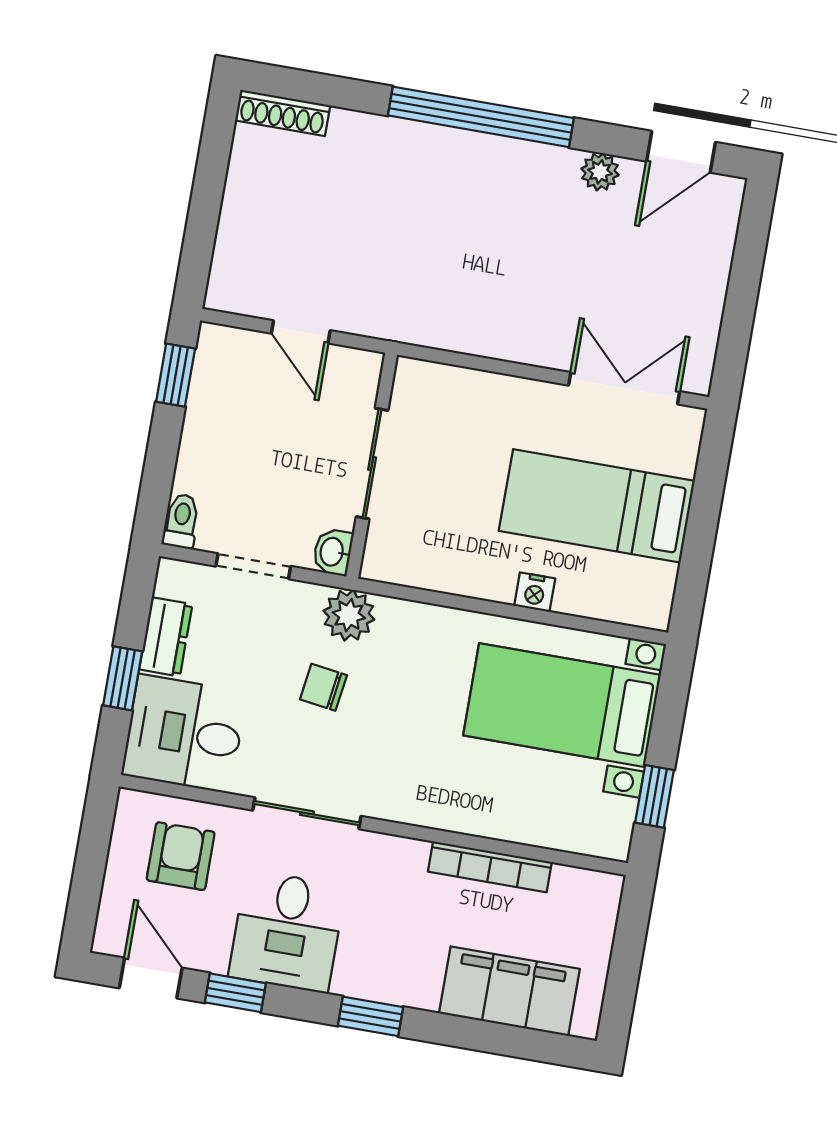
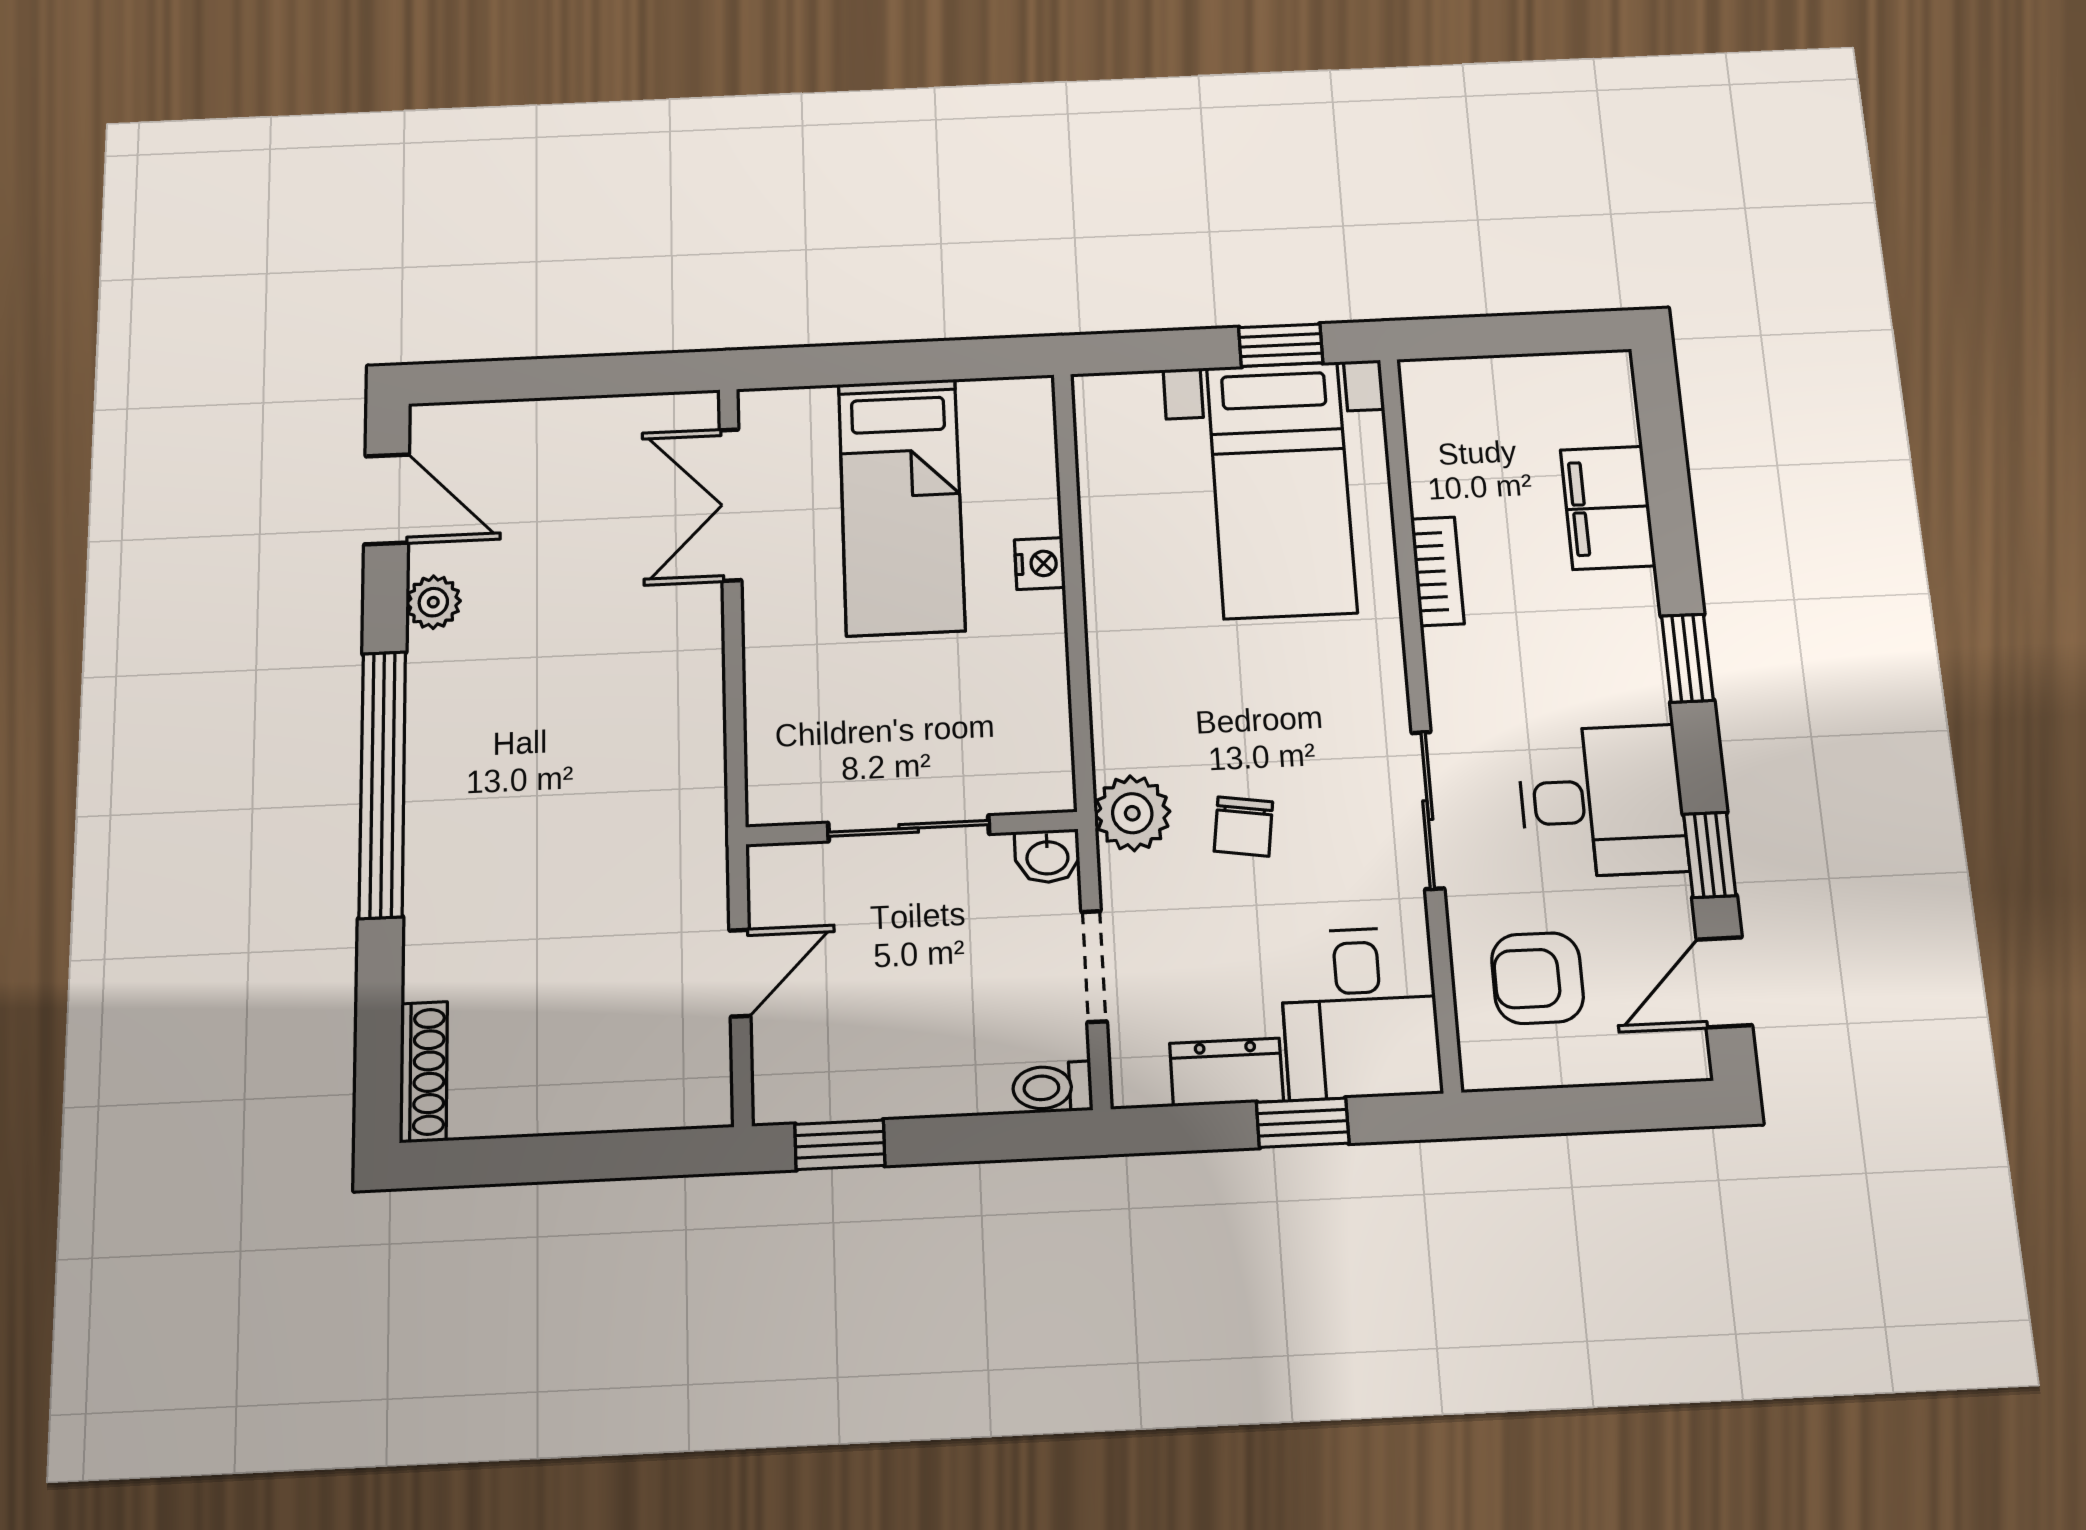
bed with nightstands: (562, 705) -> (1281, 489), moved
bookcase: (490, 867) -> (1437, 571), width x0.64
filing cabinet: (509, 991) -> (1608, 508), width x0.67, depth x0.86

